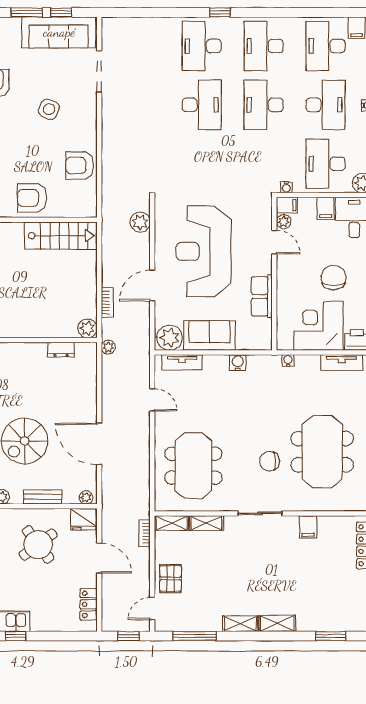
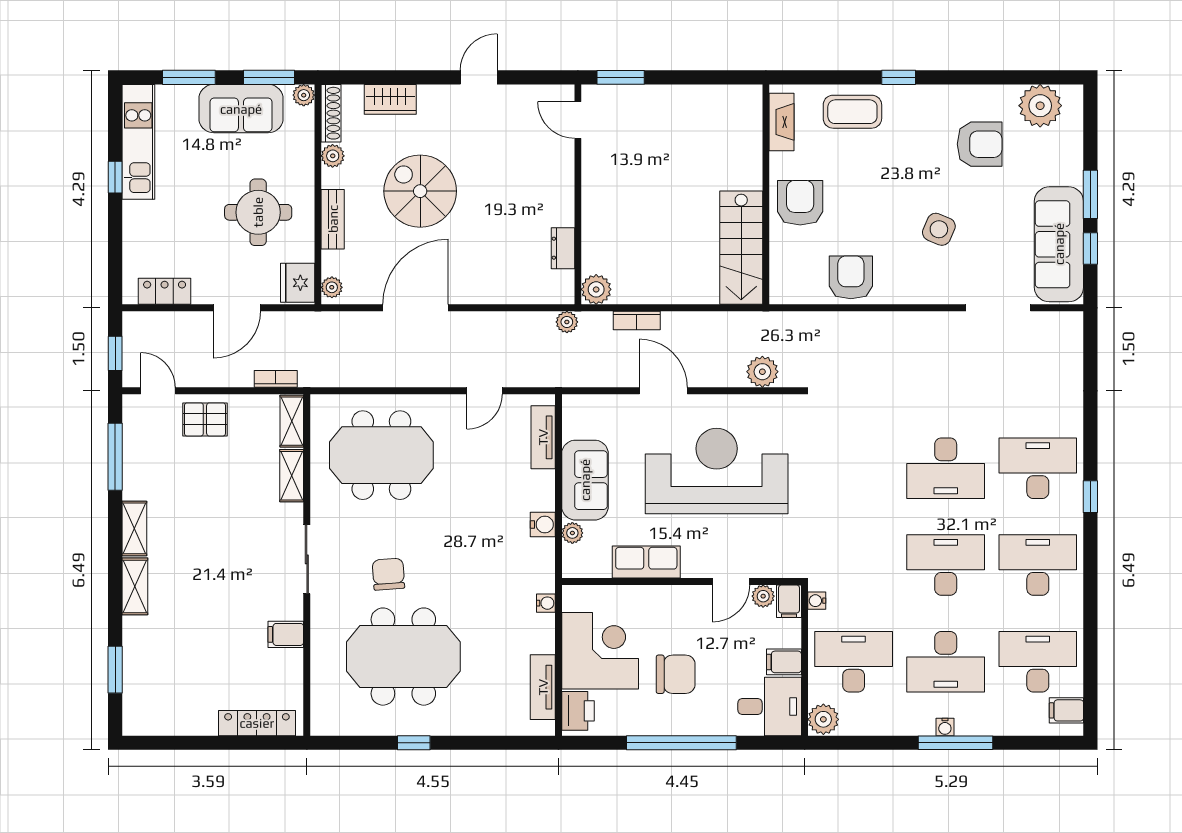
plant: (170, 338) -> (572, 533), moved, width x0.53, depth x0.53
round table: (38, 545) -> (258, 212), turned 37

